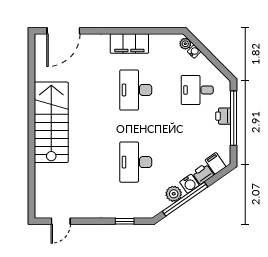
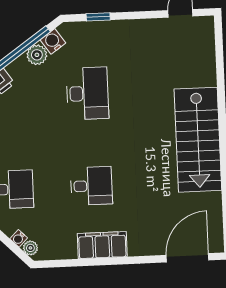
desk: (136, 90) -> (91, 186), width x0.73
water cooler: (189, 184) -> (53, 41), moved

